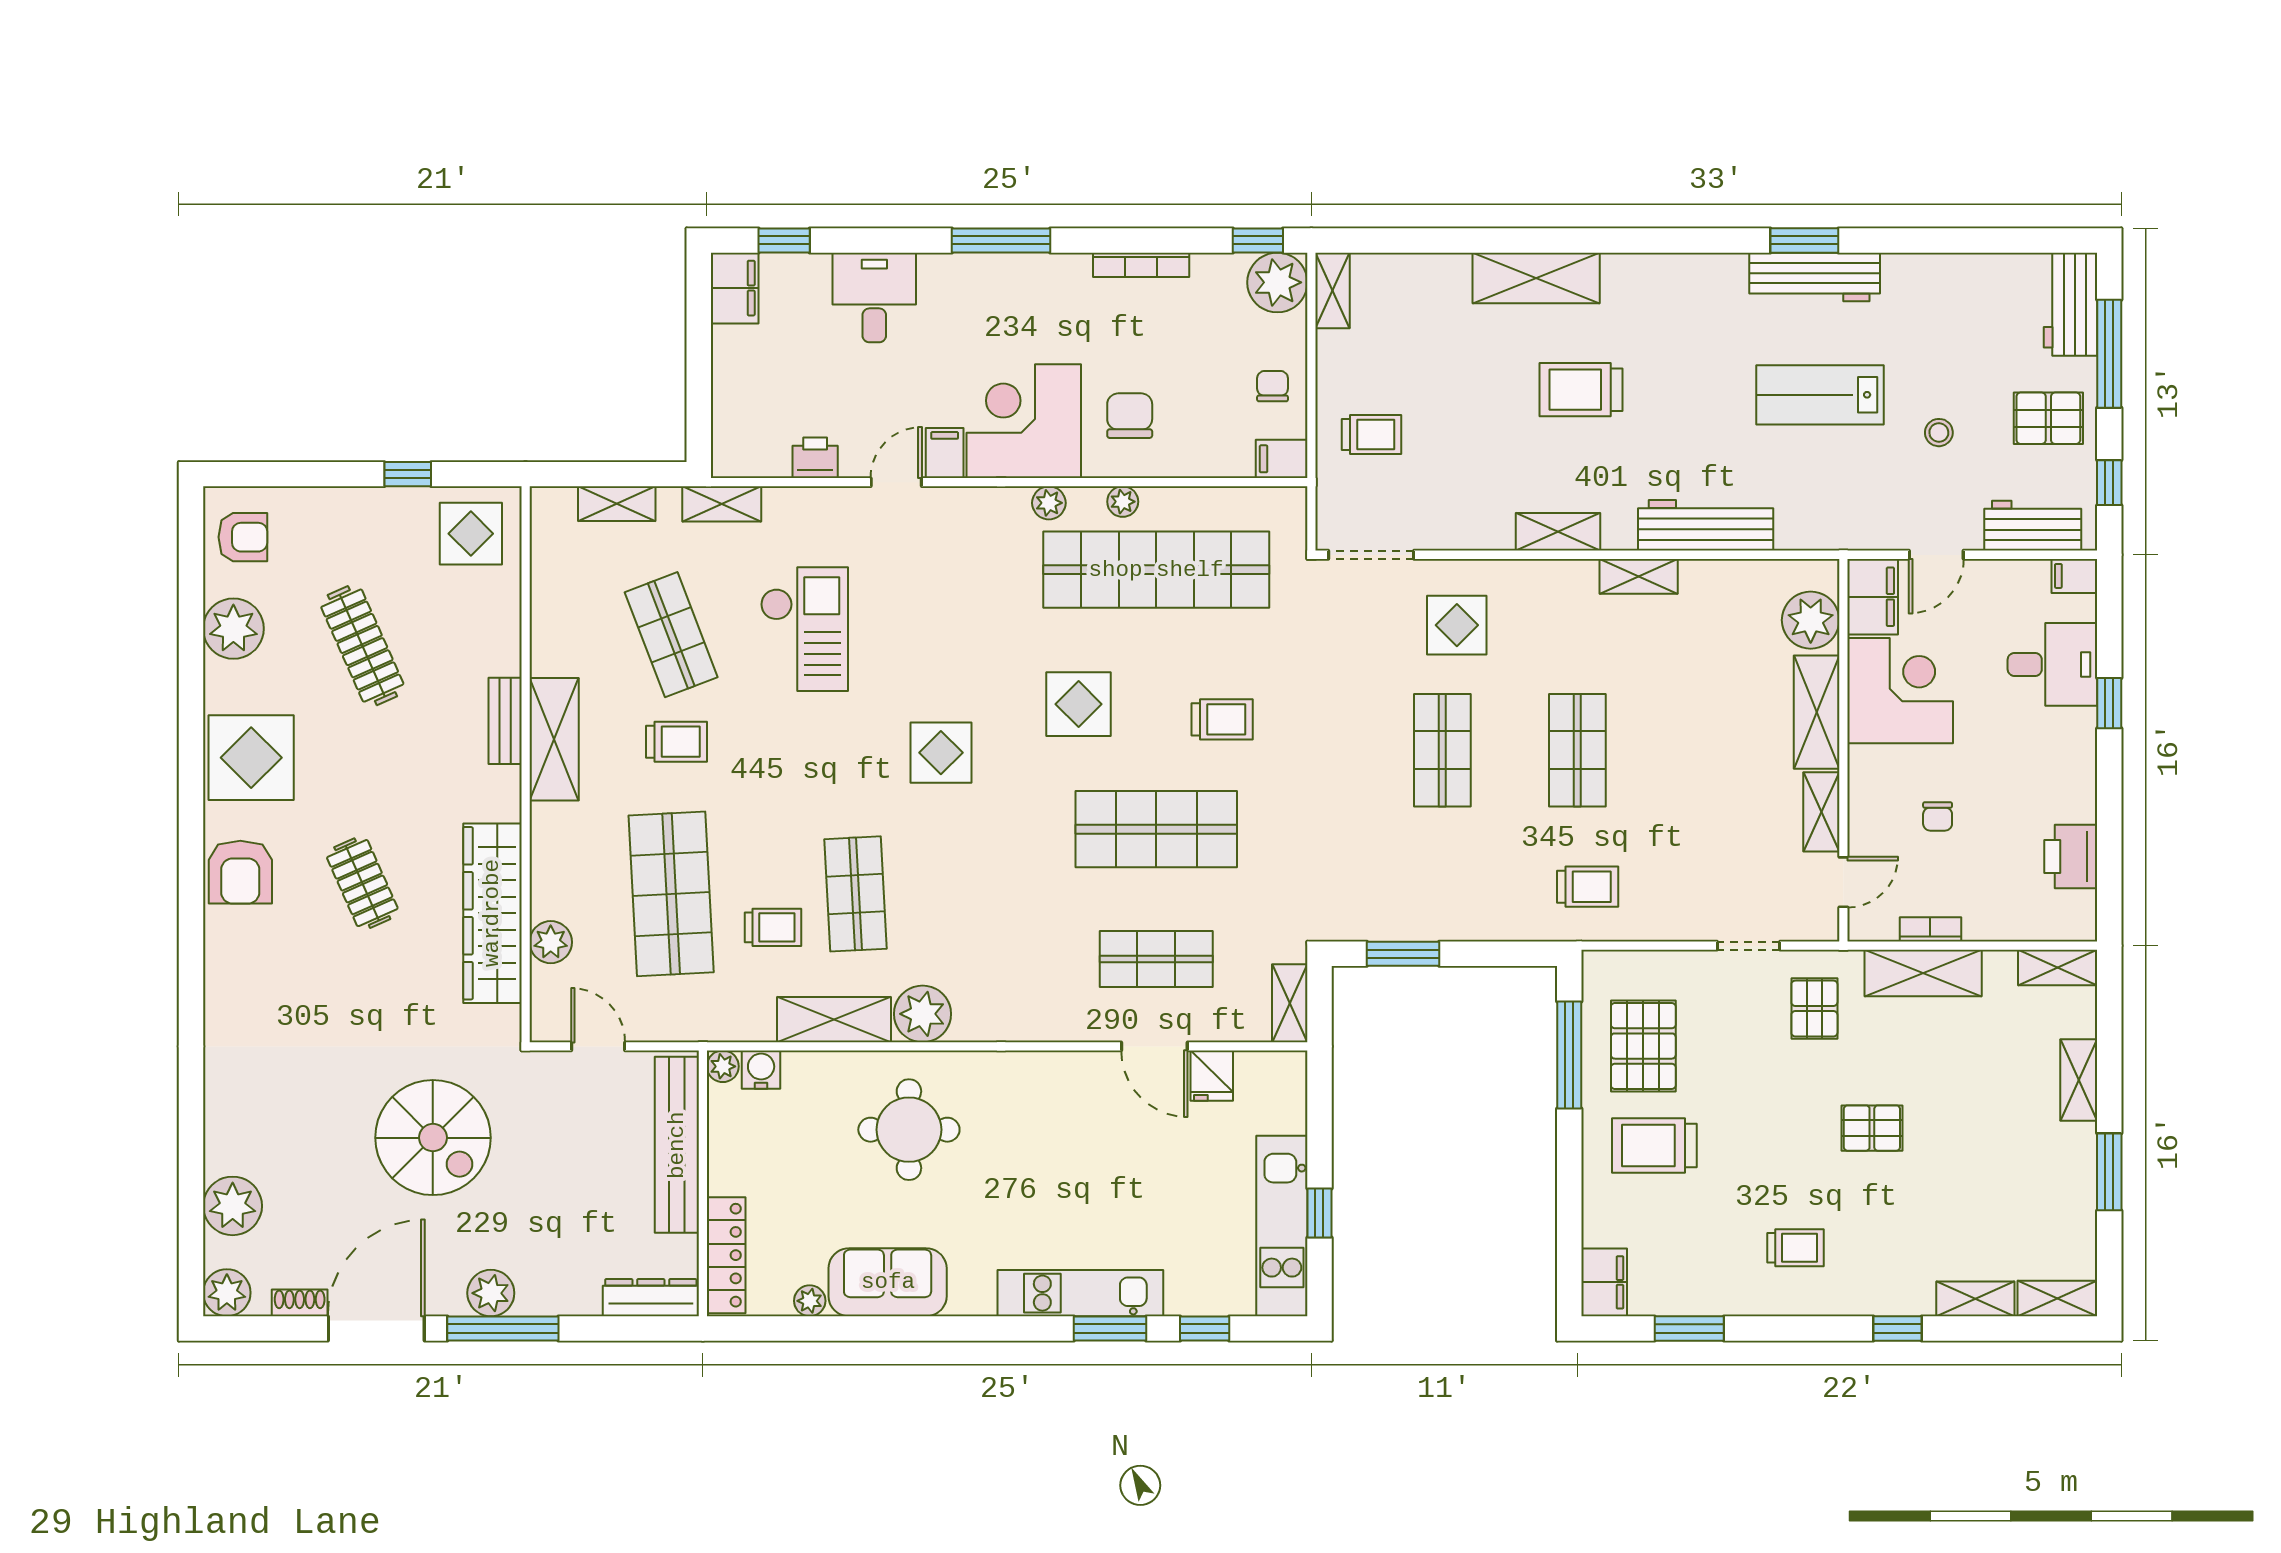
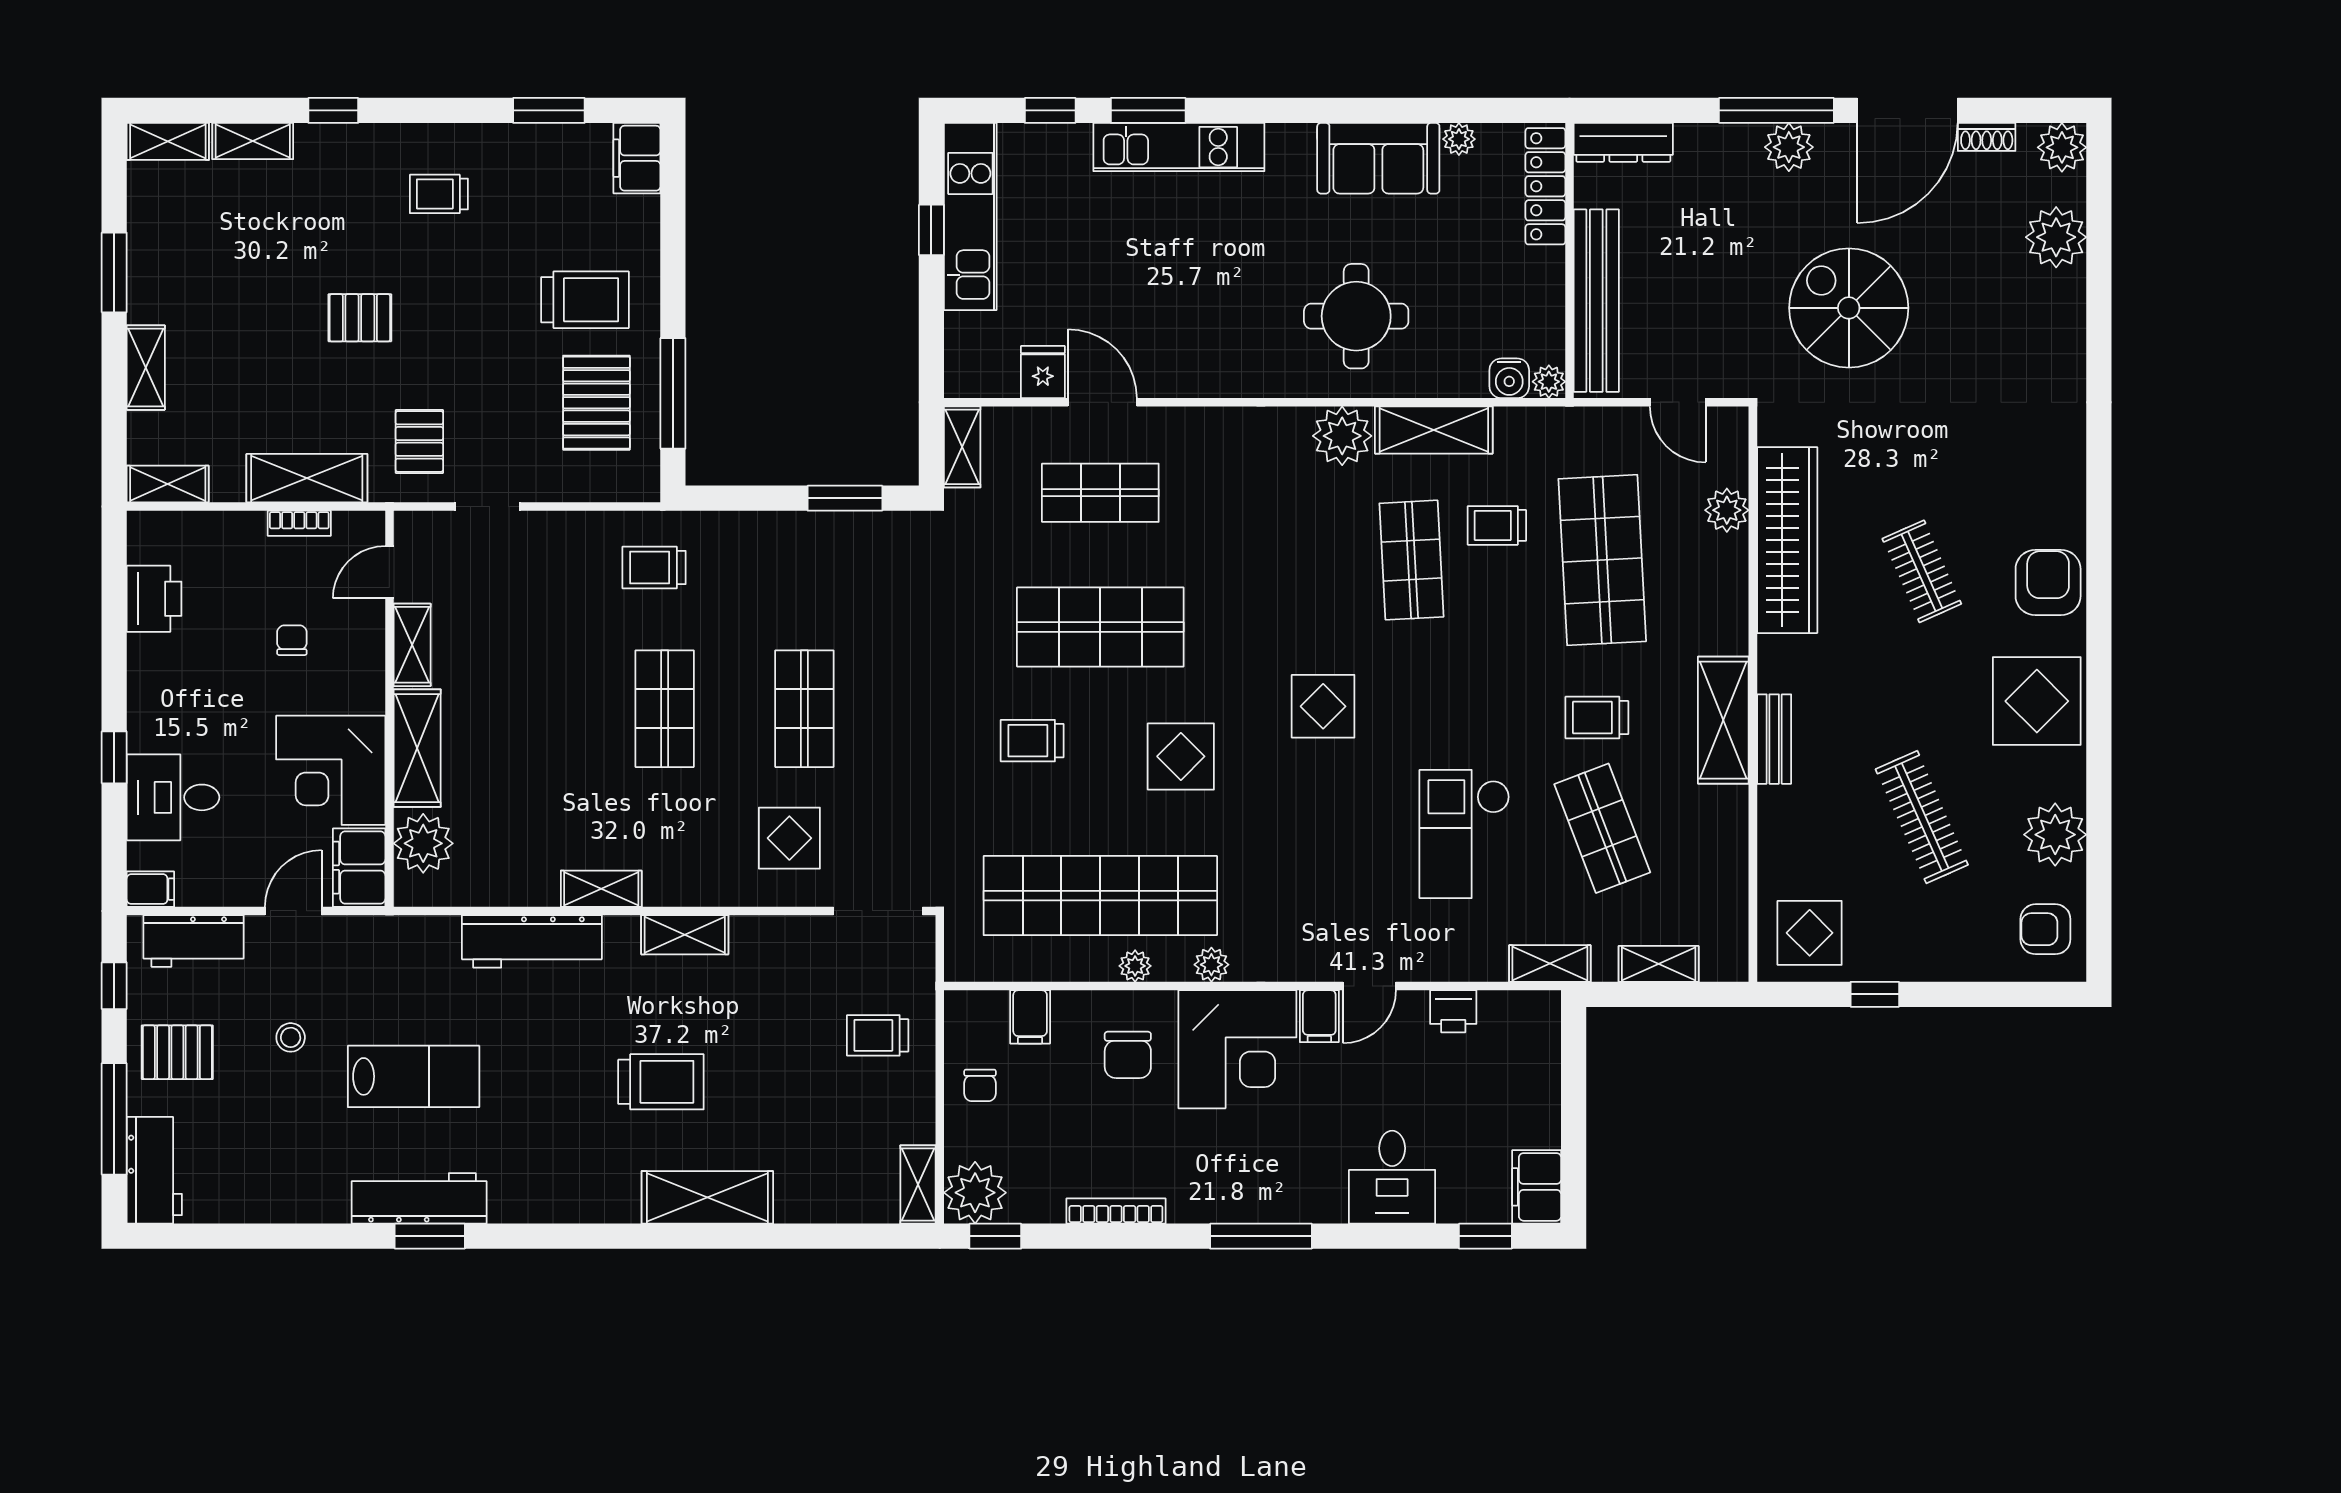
filing cabinet: (1282, 459) -> (1030, 1017), moved, turned 90

